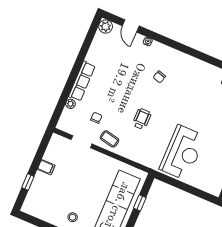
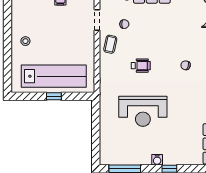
reception desk: (182, 153) -> (143, 111), moved
window: (140, 203) -> (54, 96), moved

